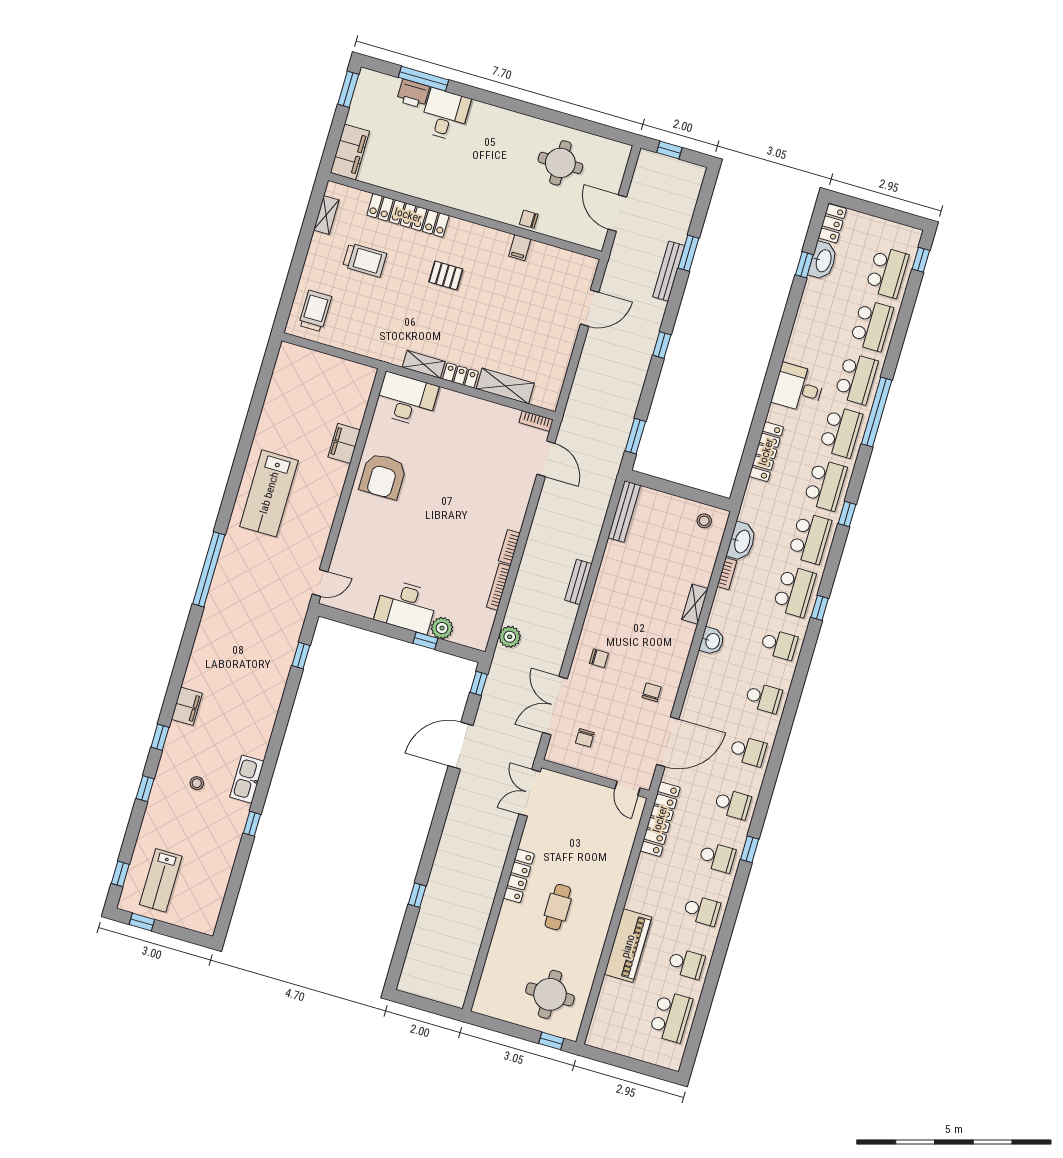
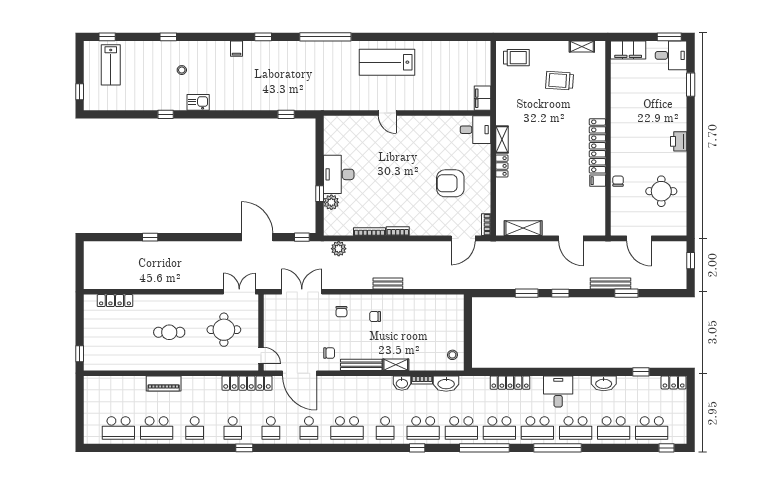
window: (423, 79) -> (691, 85), width x0.69
printer: (413, 94) -> (679, 141), moved
desk: (445, 115) -> (671, 55), moved
door: (617, 213) -> (639, 238), swing flipped
locker: (408, 215) -> (597, 146), moved
trolley: (365, 260) -> (560, 81), turned 94
washbasin: (823, 261) -> (604, 383), moved
pallet: (446, 275) -> (565, 137), removed
shelving: (505, 386) -> (523, 228), moved, turned 90
desk: (406, 400) -> (475, 130), width x0.73
window: (635, 436) -> (527, 293), moved
filing cabinet: (344, 443) -> (482, 98), moved, turned -90
armchair: (383, 476) -> (450, 183), moved
bench: (624, 511) -> (361, 365), moved
window: (847, 514) -> (484, 448), width x3.17
door: (320, 583) -> (387, 113), moved
washbasin: (712, 641) -> (402, 383), moved
school desk: (763, 698) -> (347, 428), width x1.85
filing cabinet: (187, 706) -> (237, 49), width x0.50
window: (160, 737) -> (263, 37), moved
chair: (585, 738) -> (375, 316), moved
kitchen sink: (247, 779) -> (198, 102), width x0.73
door: (627, 788) -> (261, 356), swing flipped
locker: (519, 876) -> (115, 301), moved
lab bench: (161, 880) -> (111, 65), turned -90
window: (142, 922) -> (80, 92), moved
piano: (628, 946) -> (164, 384), width x0.73, depth x0.75
school desk: (686, 964) -> (157, 428), width x1.85
round table: (550, 994) -> (224, 330), moved

